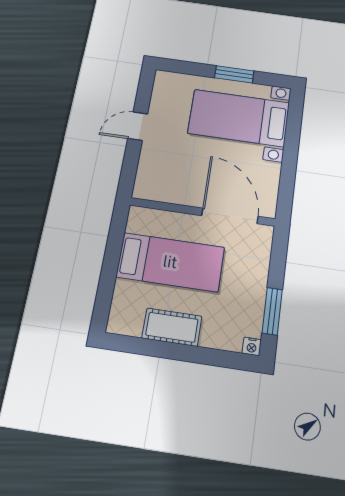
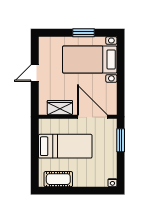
wardrobe: (172, 191) -> (60, 108), added
window: (272, 311) -> (121, 140), moved
cot: (172, 327) -> (58, 179), moved

